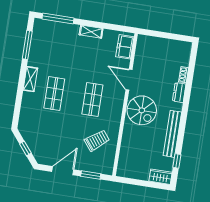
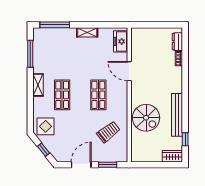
dresser: (179, 93) -> (177, 42), moved
spiral stairs: (142, 110) -> (146, 118), moved
display table: (31, 124) -> (46, 126), added

